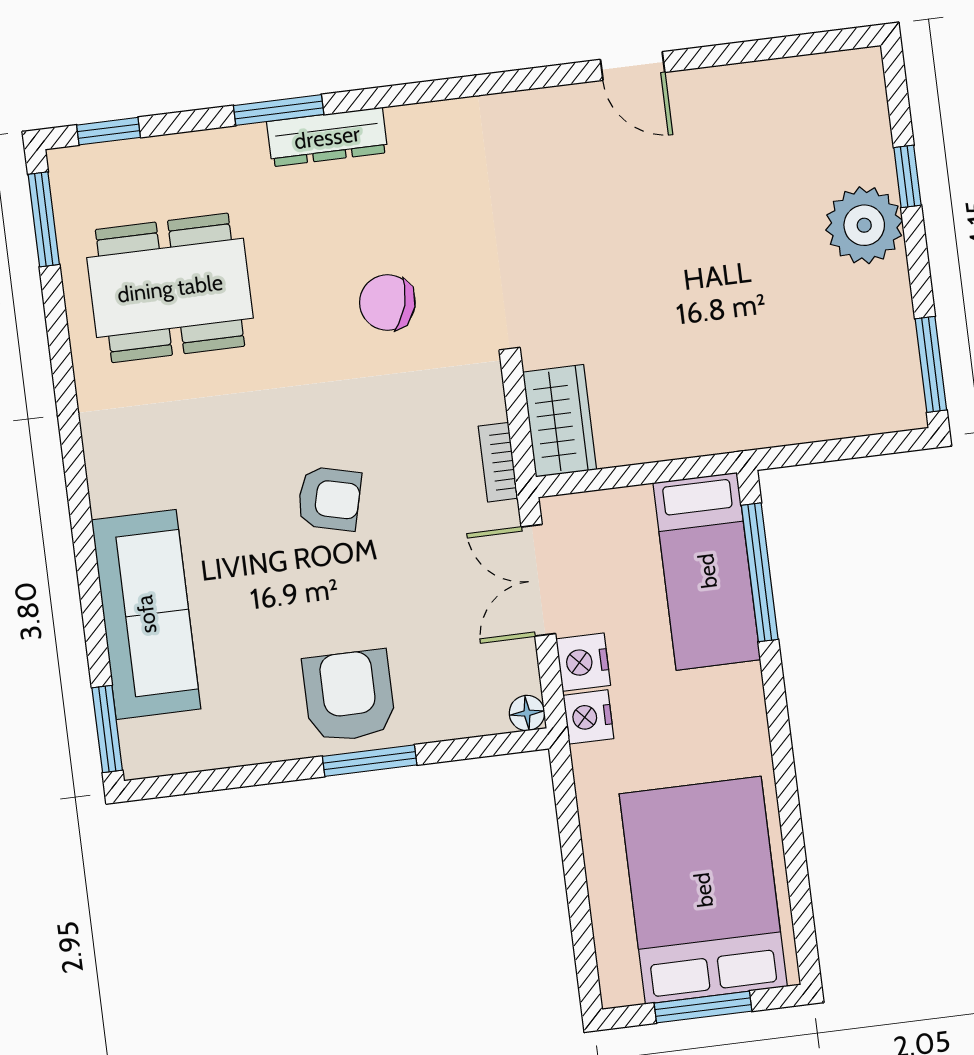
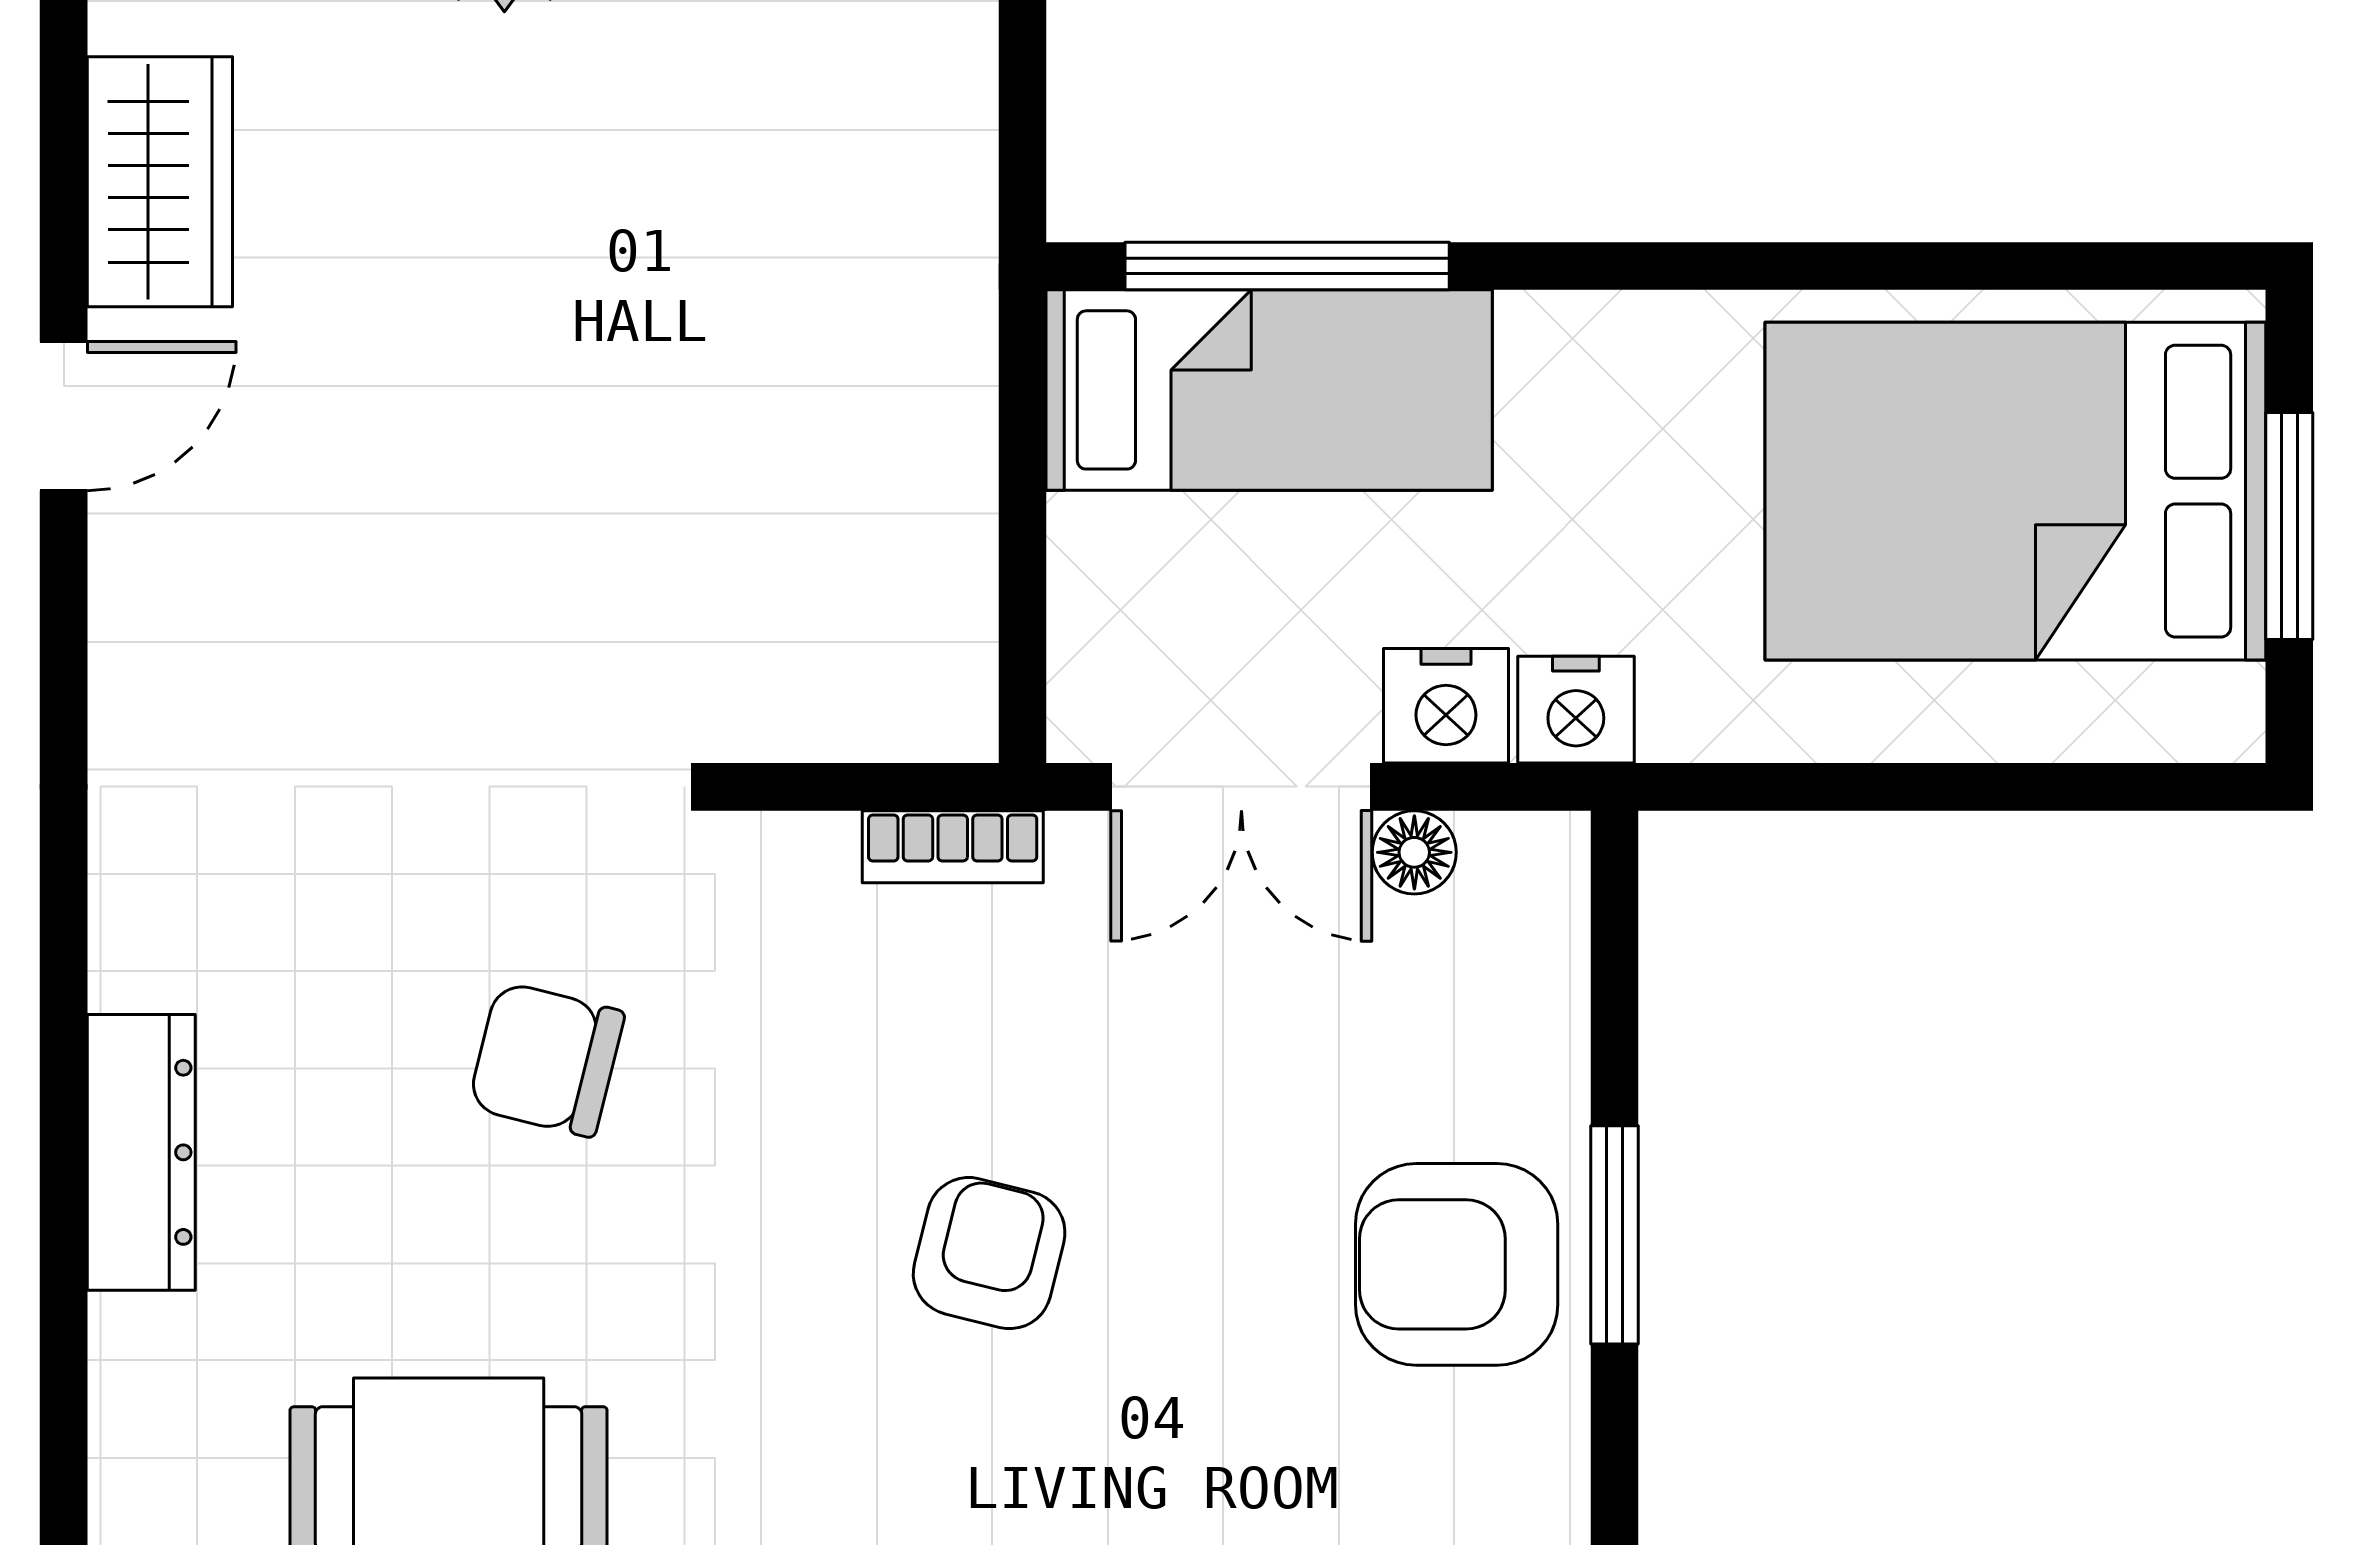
window: (279, 110) -> (64, 1258), removed
chair: (387, 303) -> (546, 1060), turned 88
wardrobe: (560, 421) -> (160, 182), moved, turned 90
floor lamp: (527, 713) -> (1414, 852), moved

